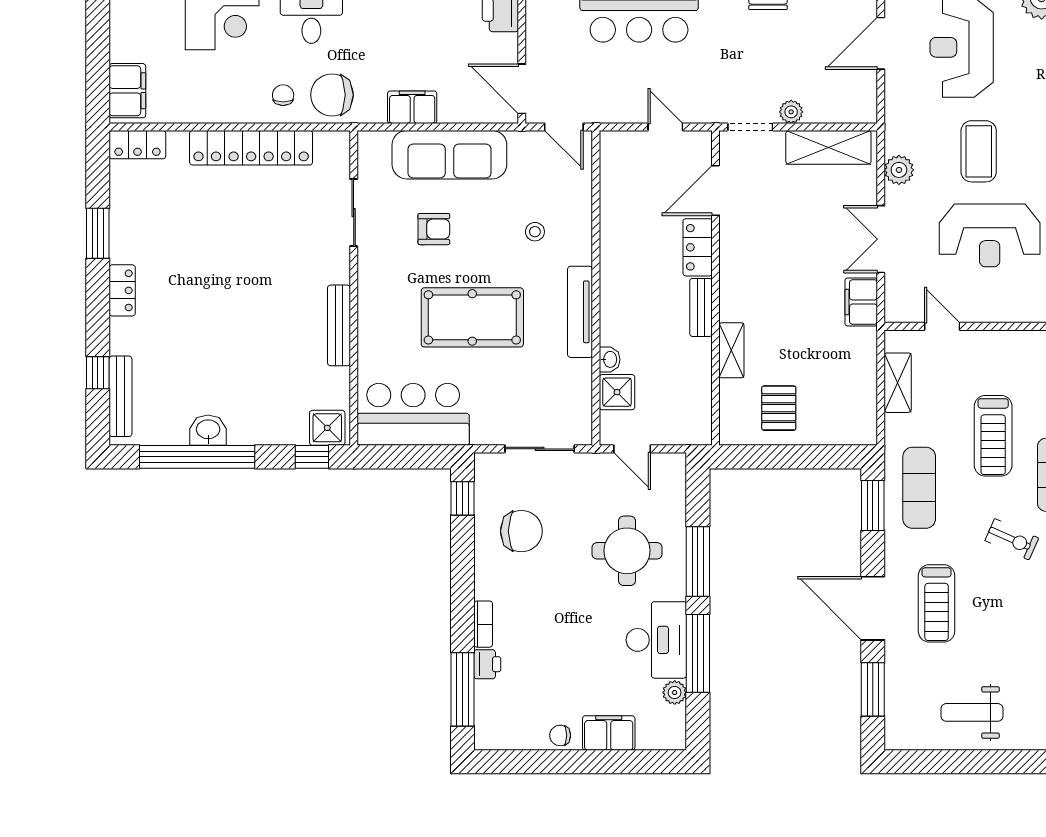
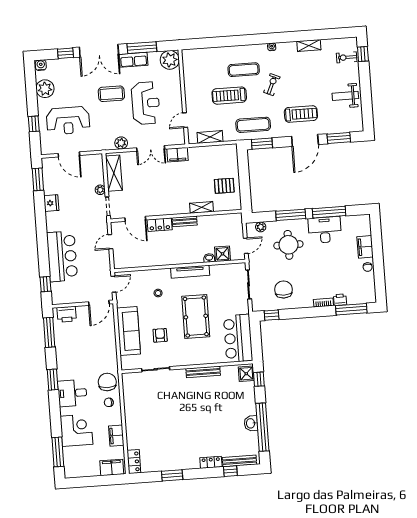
chair: (332, 95) -> (107, 382), turned 180
filing cabinet: (412, 107) -> (116, 436), moved
locker: (251, 148) -> (132, 414), removed
coffee table: (979, 151) -> (111, 94), moved
locker: (122, 290) -> (211, 462), moved
treadmill: (993, 436) -> (229, 96), turned 180
plant: (675, 693) -> (261, 227), moved
weight bench: (972, 712) -> (345, 96), turned 90

